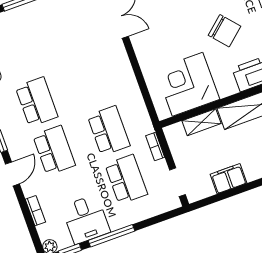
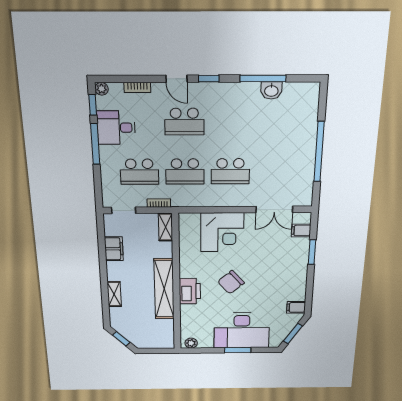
corner desk: (188, 84) -> (222, 232), moved, turned 90
school desk: (37, 102) -> (230, 171), moved
shelving: (201, 122) -> (166, 227), moved

